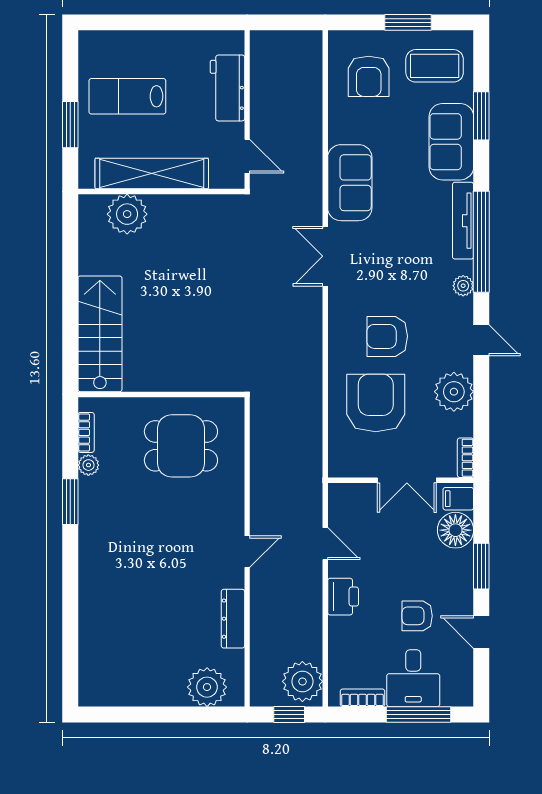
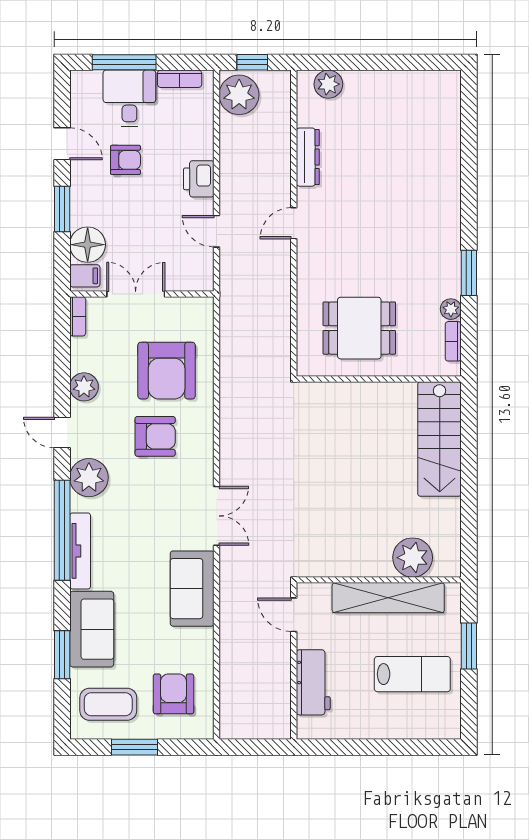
plant: (463, 286) -> (89, 478), width x1.87, depth x1.87
plant: (454, 392) -> (84, 387), width x0.73, depth x0.73
plant: (207, 687) -> (328, 84), width x0.73, depth x0.73

